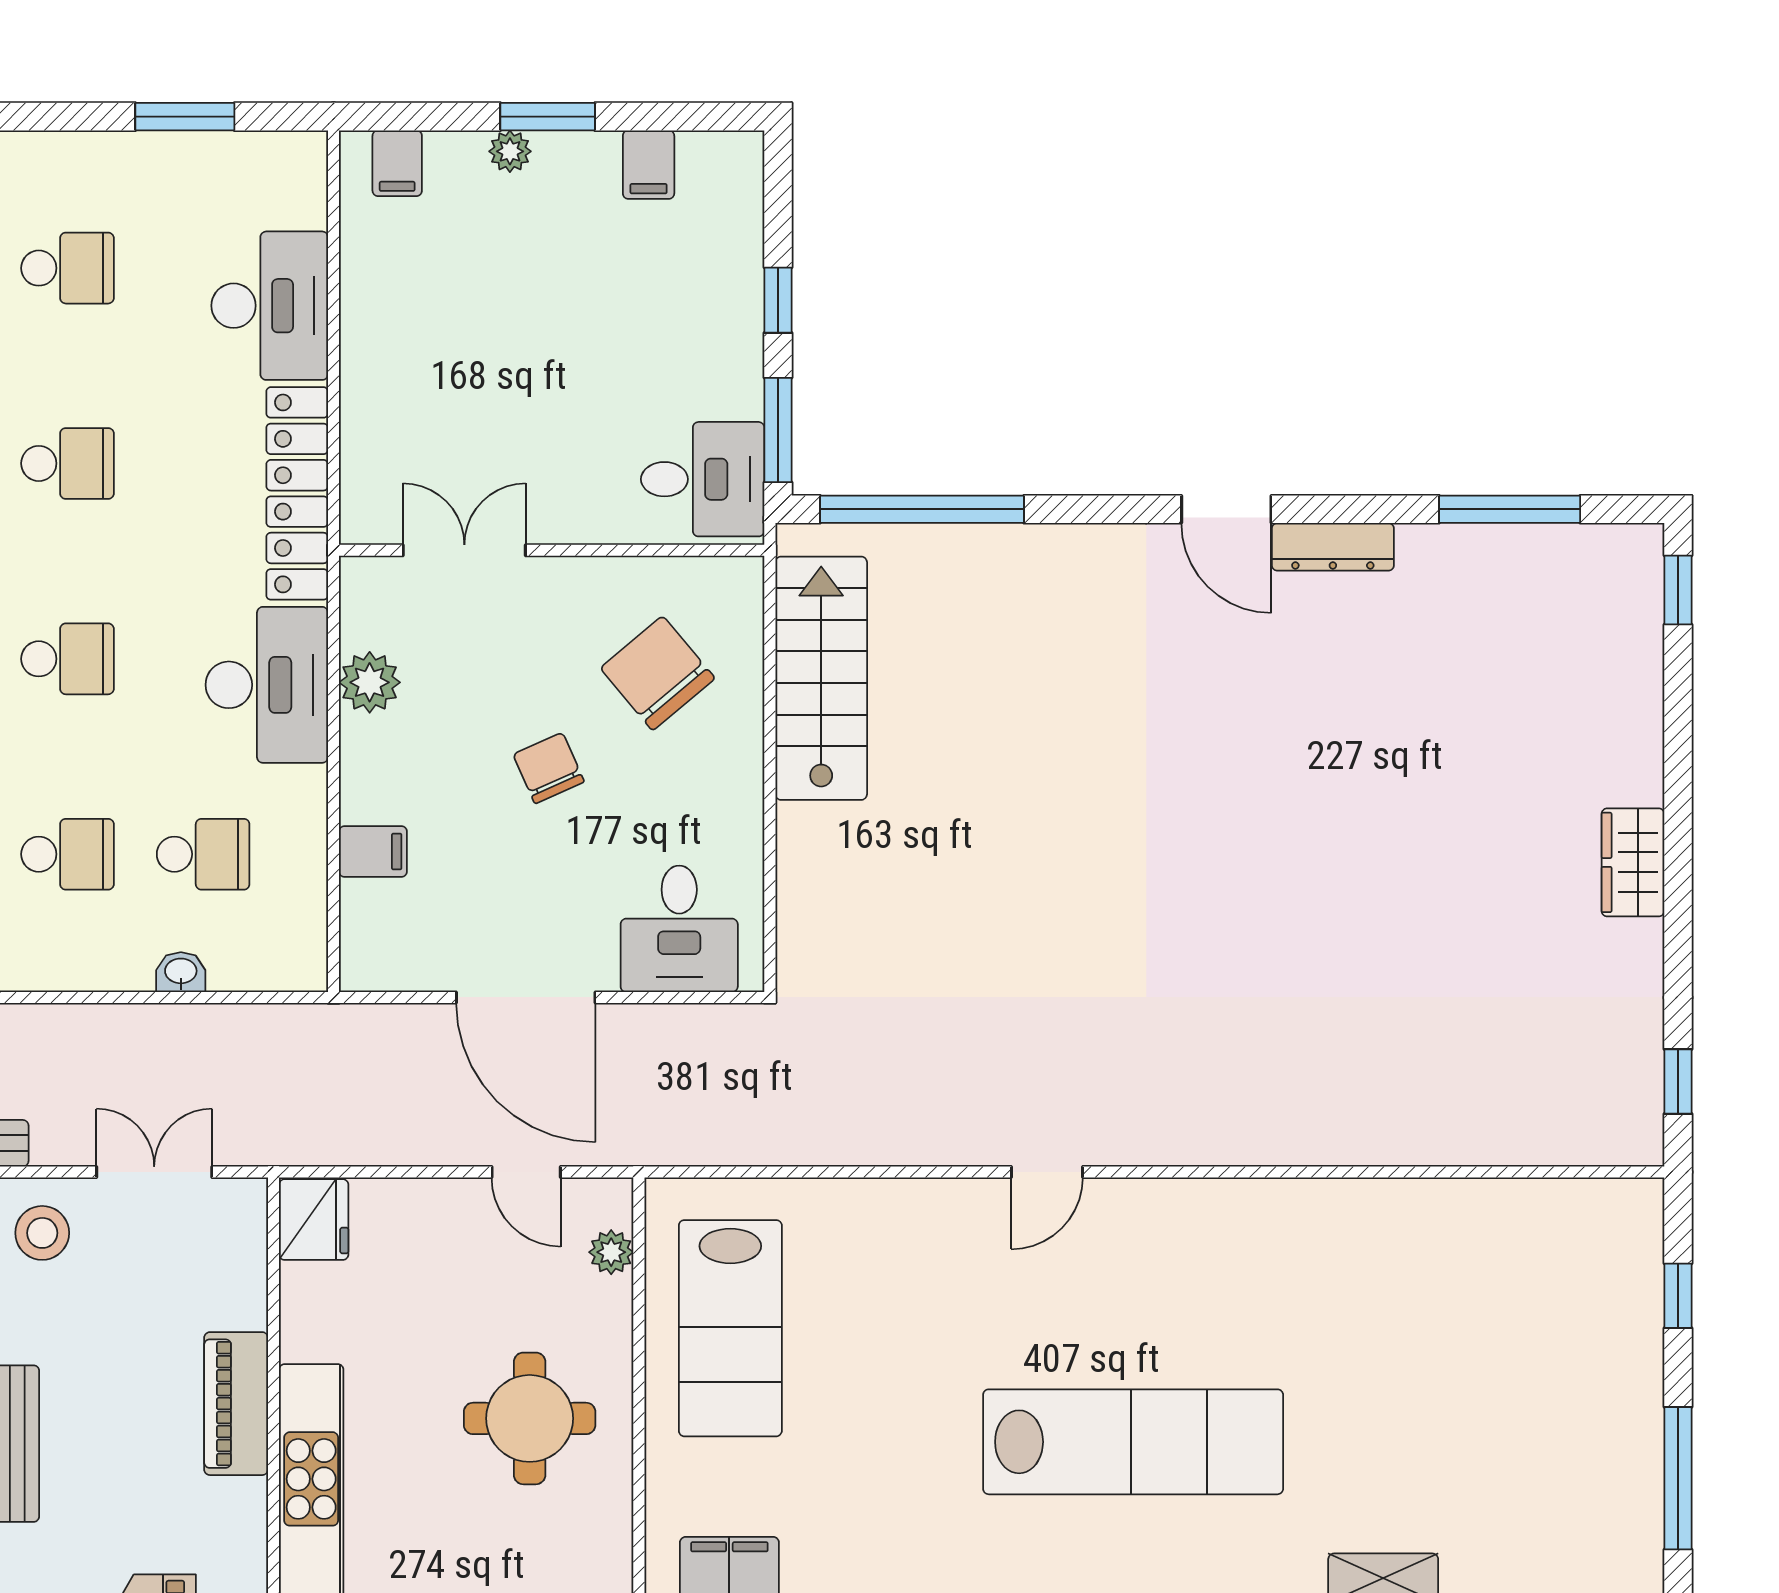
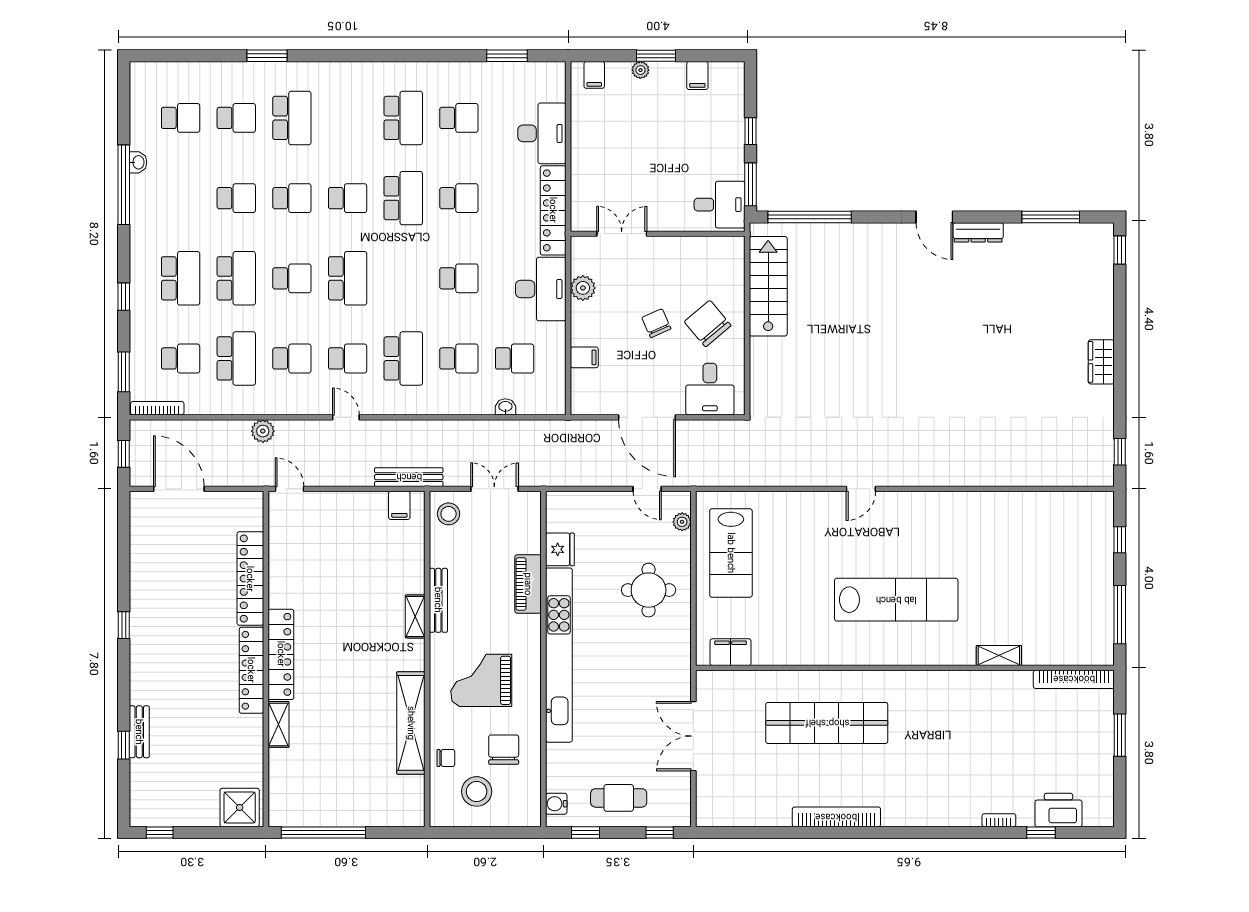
chair: (658, 673) -> (708, 324), moved
fridge: (314, 1220) -> (560, 549), moved

